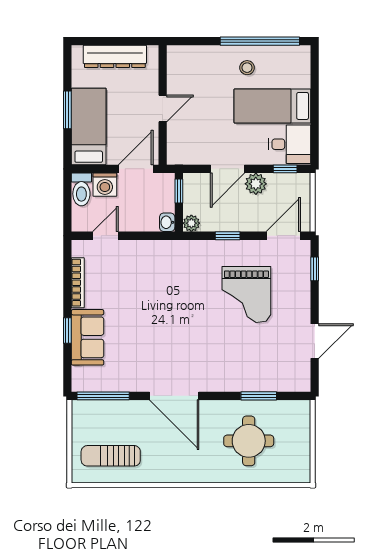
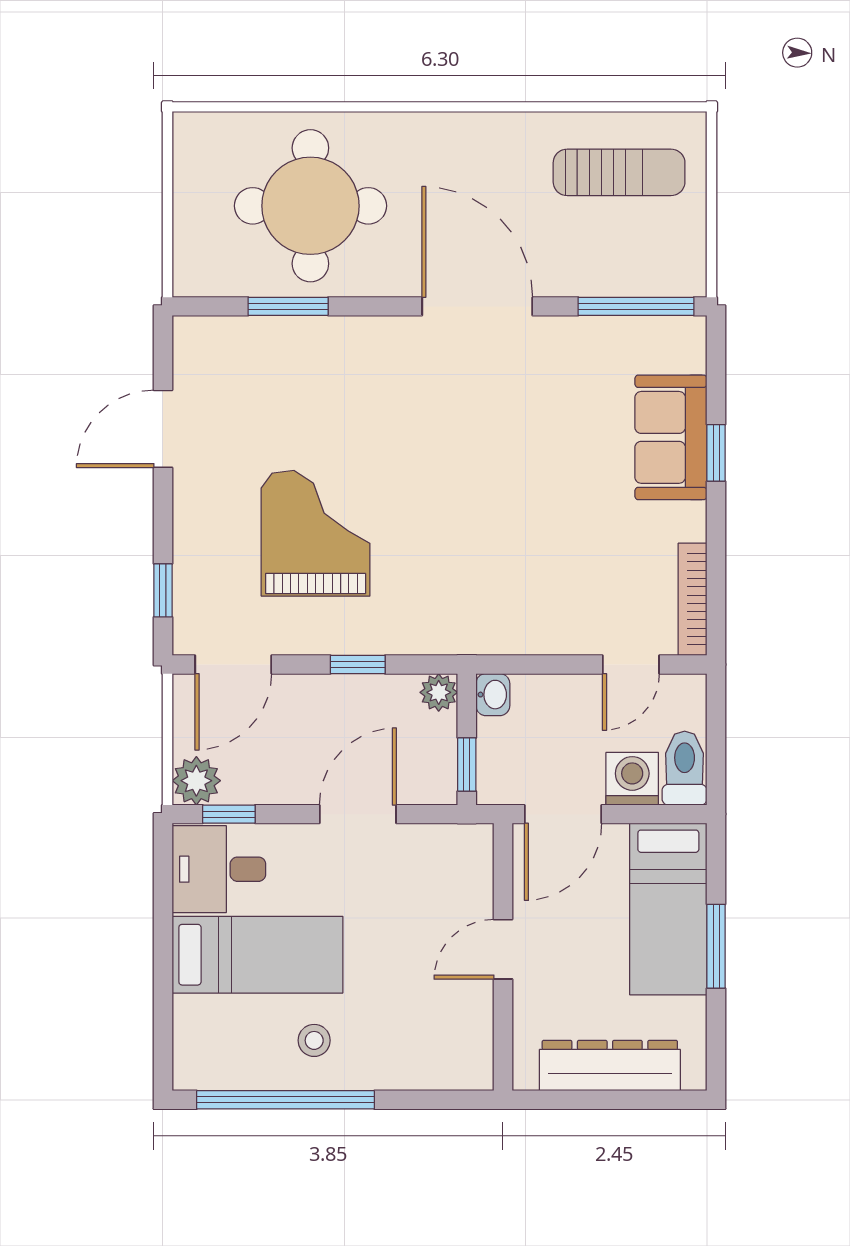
plant: (256, 184) -> (196, 781), moved
bookcase: (78, 283) -> (693, 599), moved
round table: (249, 441) -> (310, 206), width x1.36, depth x1.36

